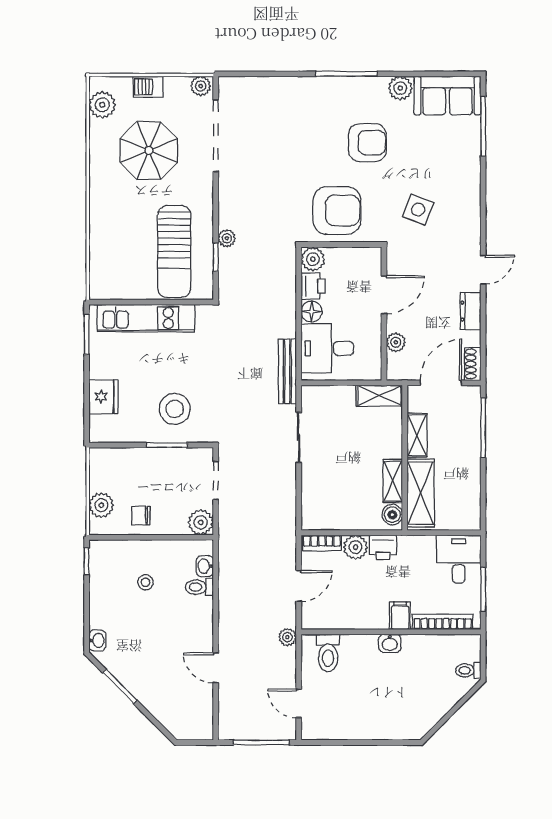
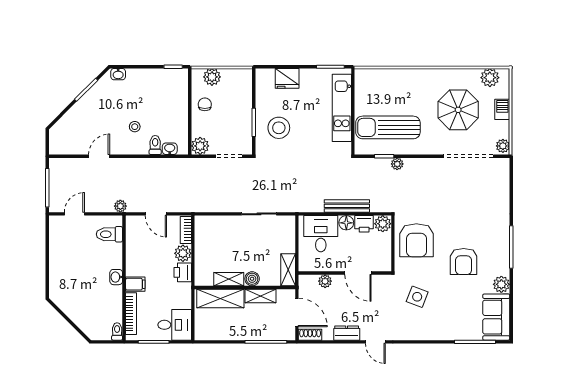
bench: (287, 371) -> (347, 206), moved
boiler: (392, 515) -> (252, 279), moved
stool: (145, 582) -> (135, 127), moved
toilet: (468, 670) -> (117, 331), moved

